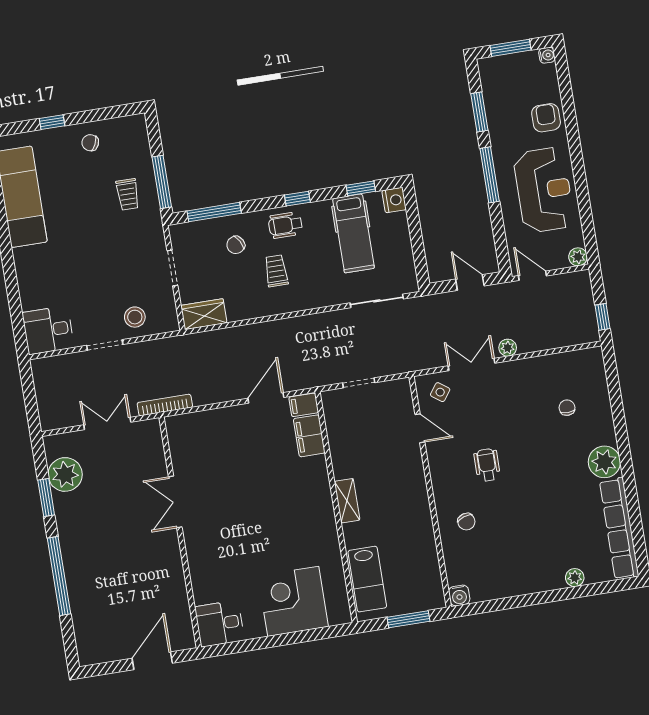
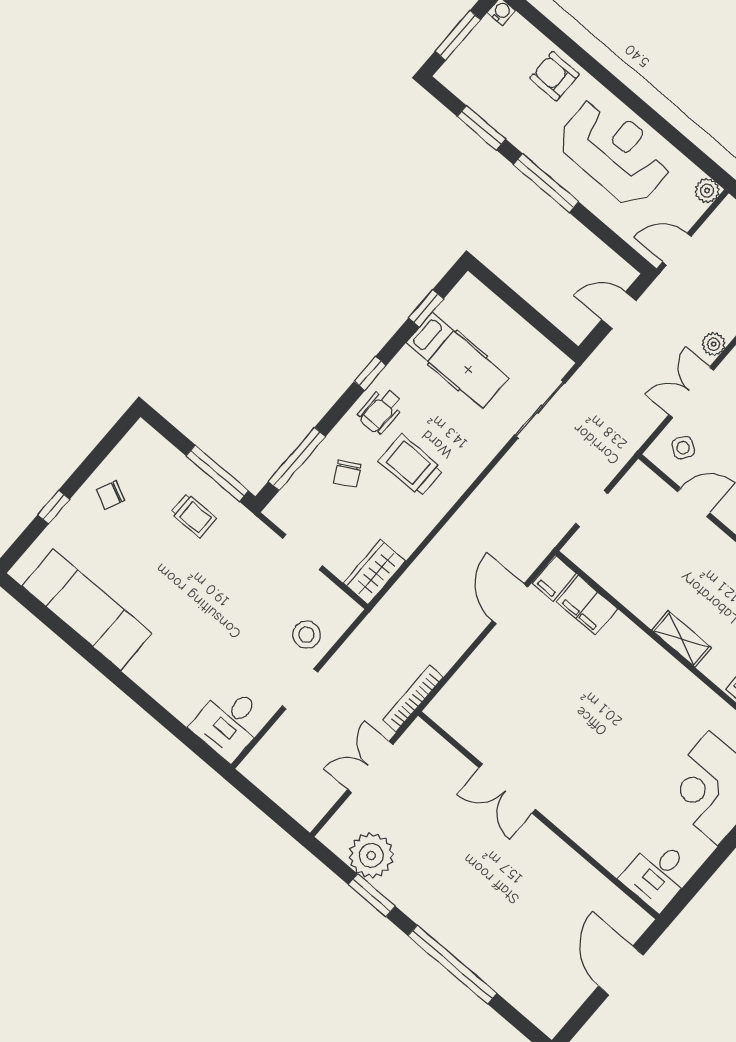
nightstand: (394, 200) -> (470, 291), removed
trolley: (276, 271) -> (411, 465), width x1.36, depth x1.39

